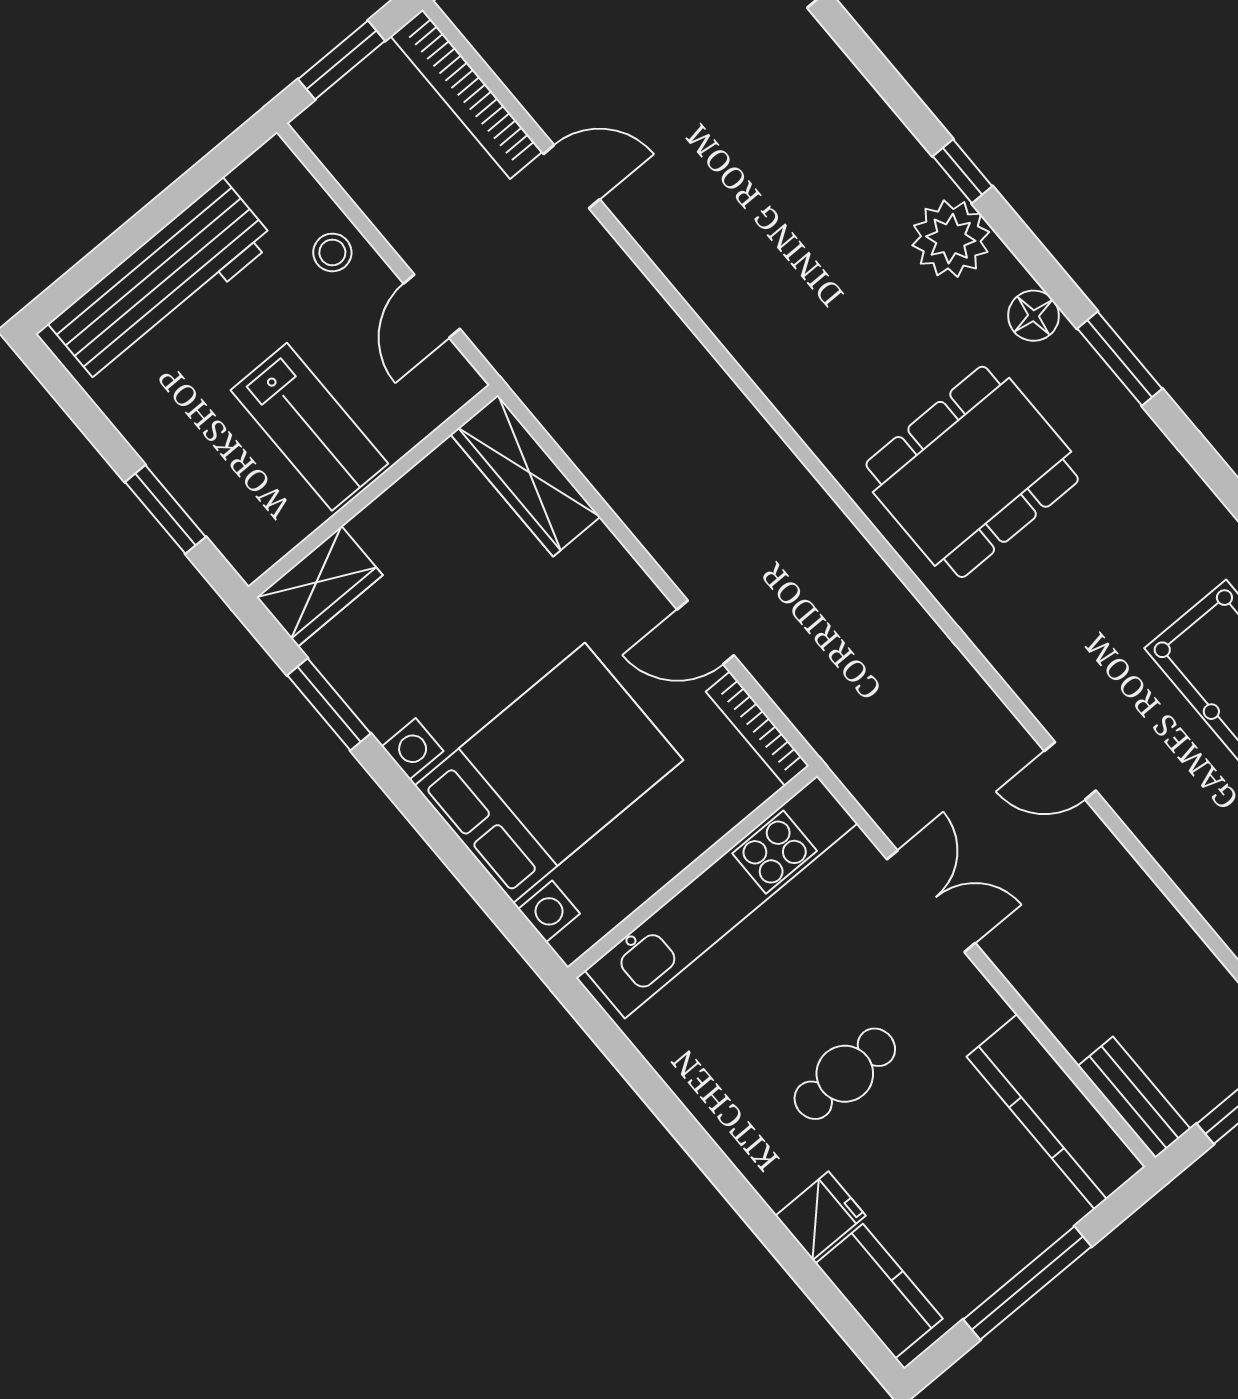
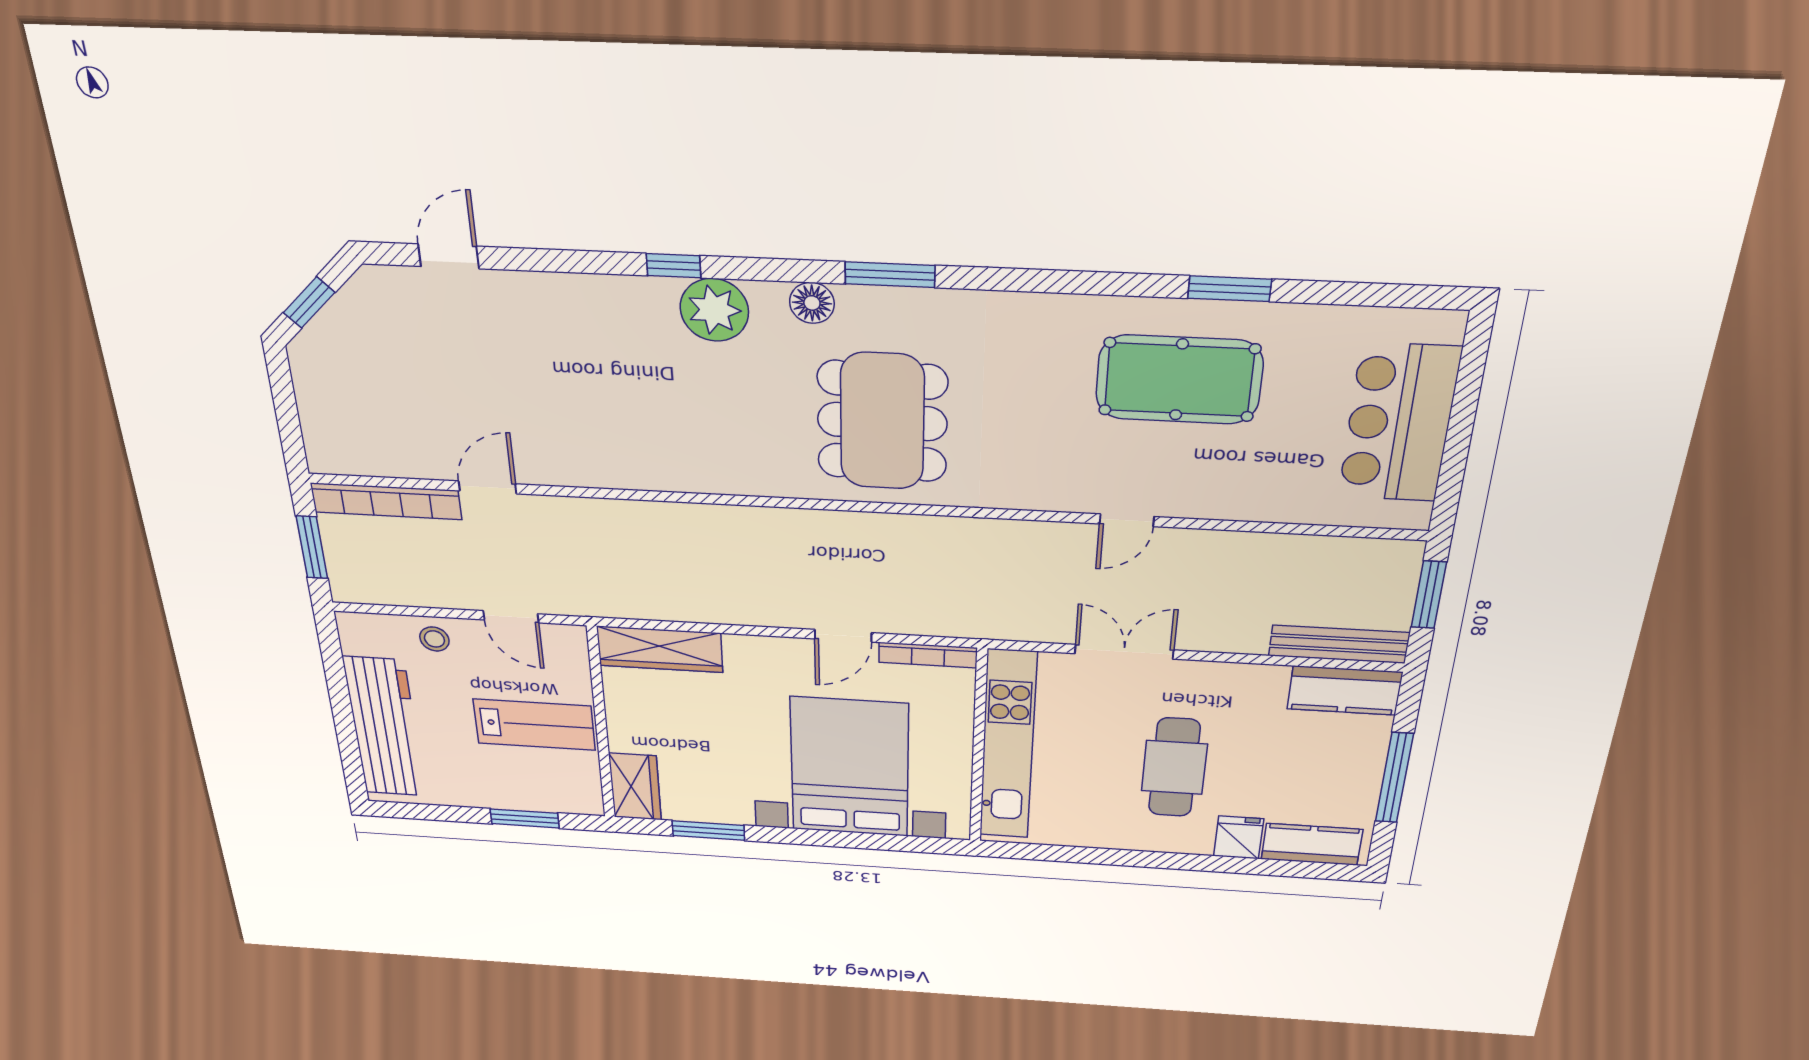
cafe table: (845, 1074) -> (1174, 768), width x1.37, depth x1.35
bench: (1134, 1097) -> (1339, 644), width x1.36
kitchen counter: (1056, 1112) -> (1345, 691), width x0.67

